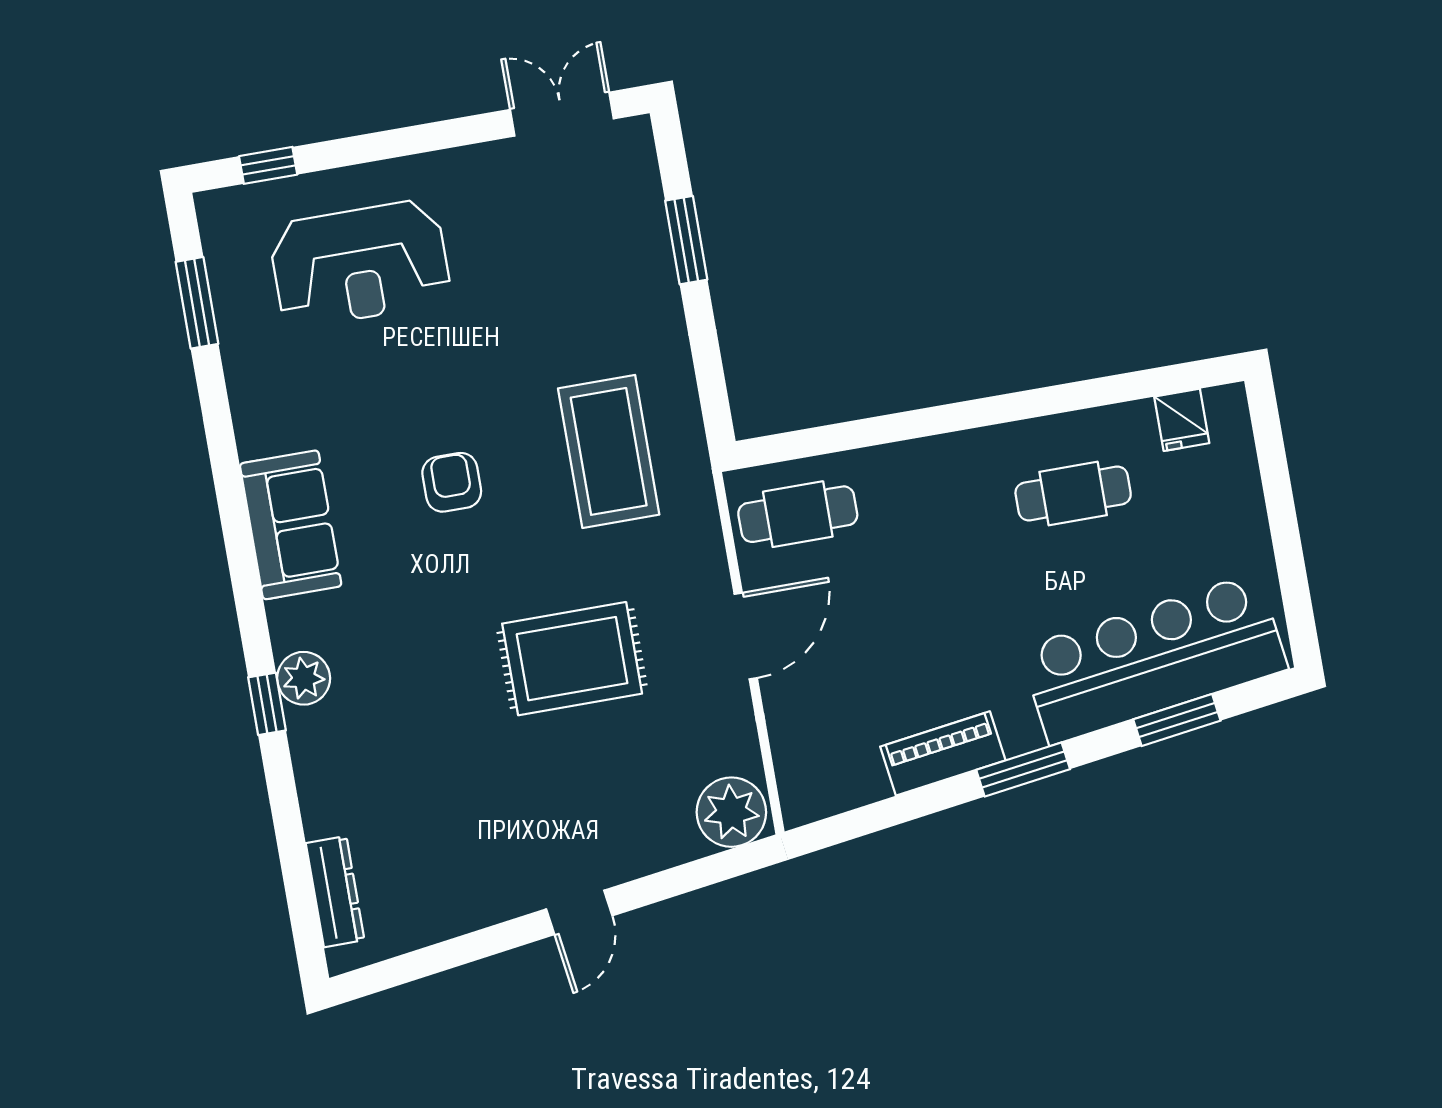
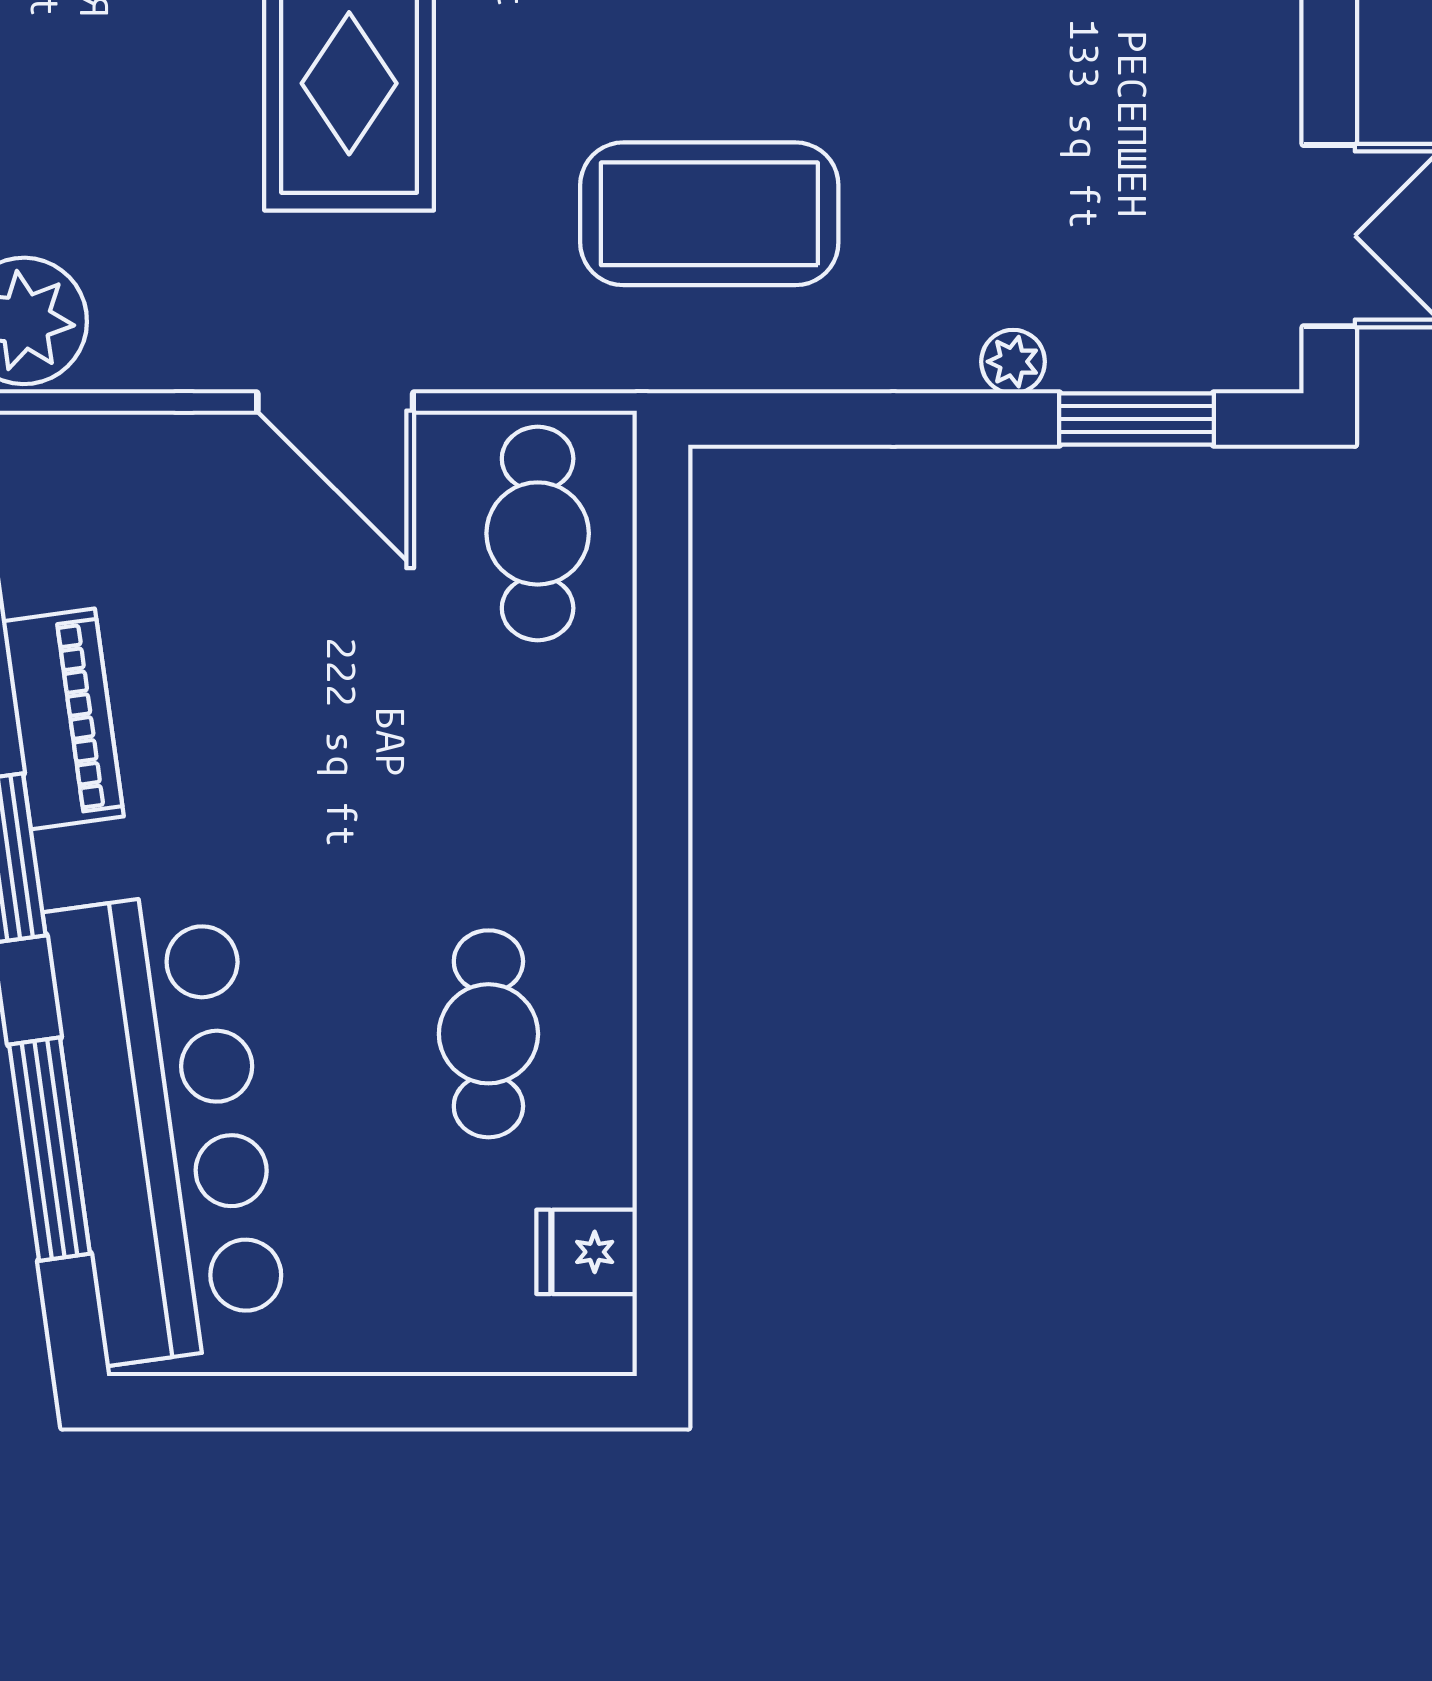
window: (686, 240) -> (1137, 419), moved
plant: (660, 273) -> (1013, 362), added
window: (1177, 720) -> (50, 1149), width x1.44

